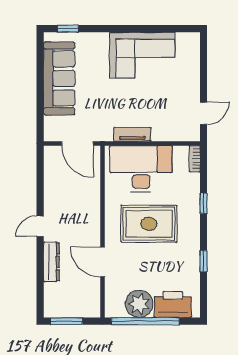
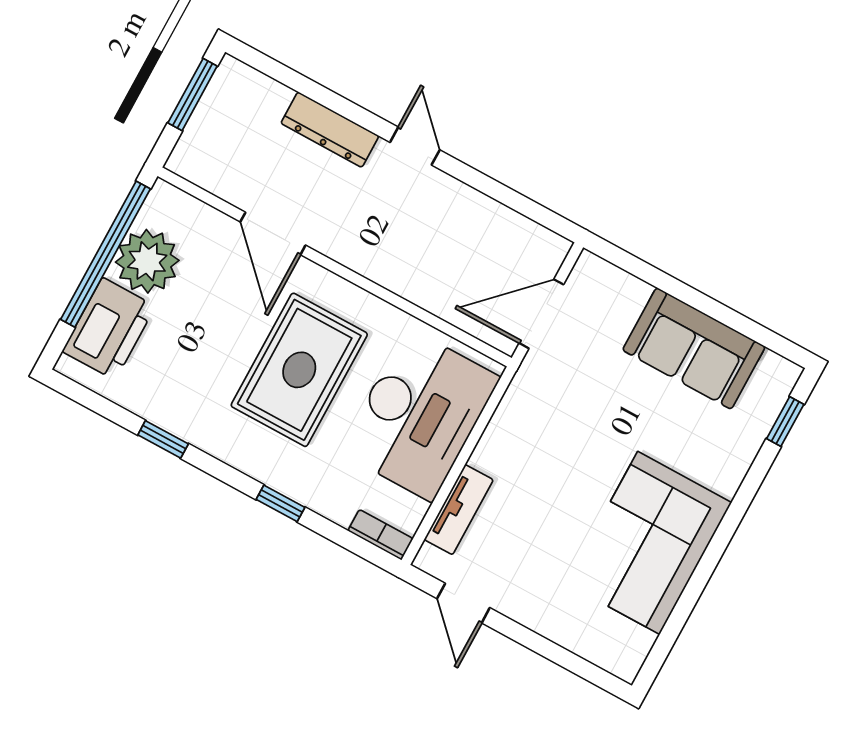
sofa: (59, 78) -> (694, 348), width x0.73
tv unit: (132, 134) -> (459, 510), moved
door: (103, 262) -> (273, 233), swing flipped

